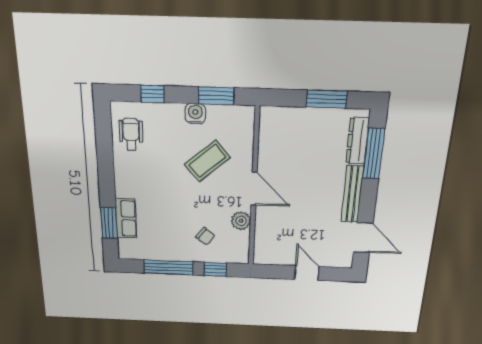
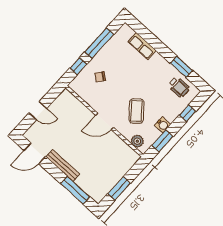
dresser: (358, 141) -> (88, 188), removed
plant: (241, 221) -> (137, 141), moved
window: (109, 223) -> (181, 67), moved

